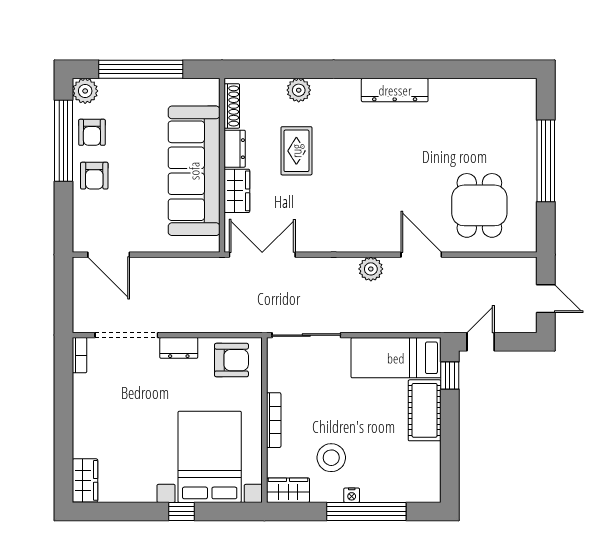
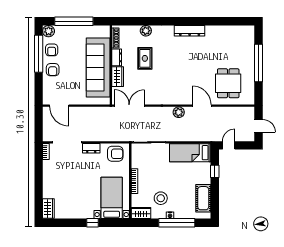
window: (450, 376) -> (215, 171), moved
cot: (425, 410) -> (203, 198), moved
bed with nightstands: (210, 457) -> (112, 198), width x0.73

